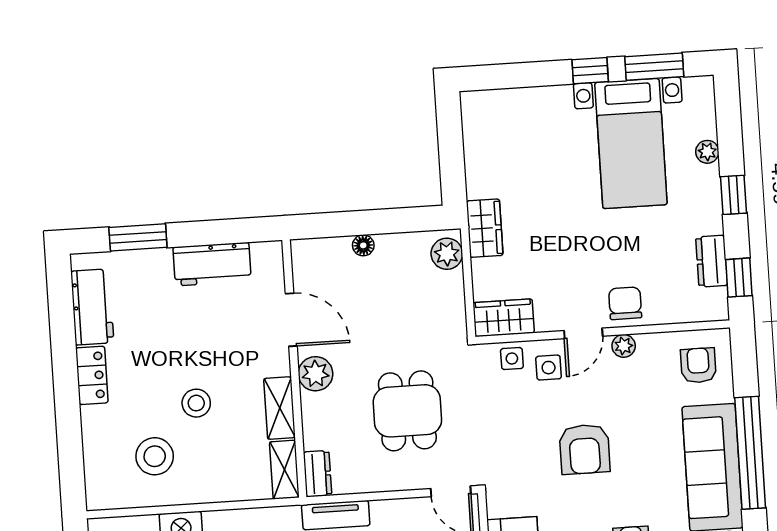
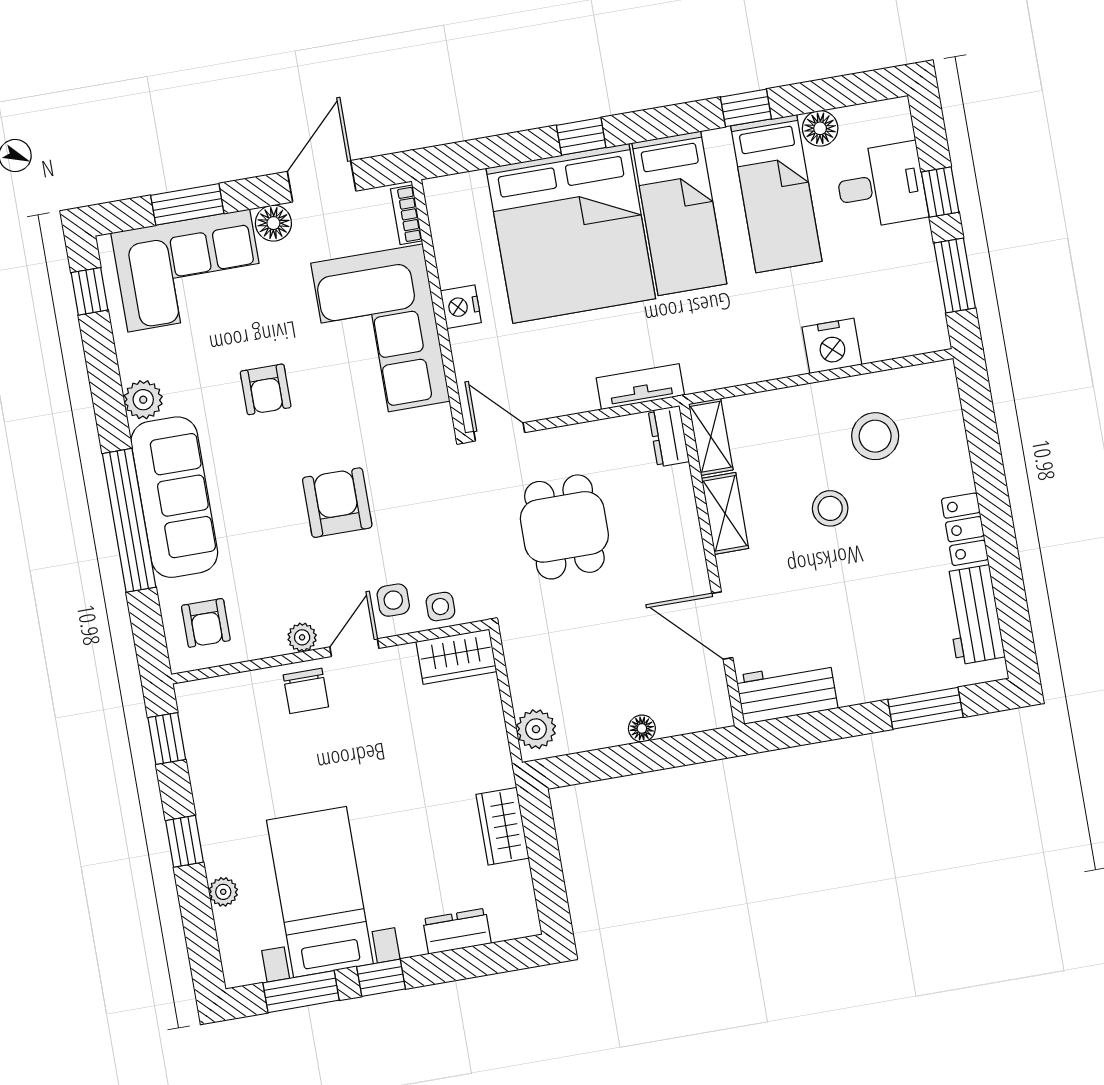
wardrobe: (485, 228) -> (502, 826), moved
dresser: (712, 261) -> (457, 931), moved, turned -90
workbench: (212, 264) -> (787, 692), moved
plant: (315, 374) -> (685, 561), removed

